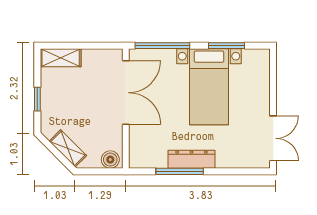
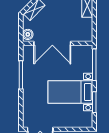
double door: (126, 93) -> (52, 43), moved
dresser: (192, 159) -> (28, 82), removed

